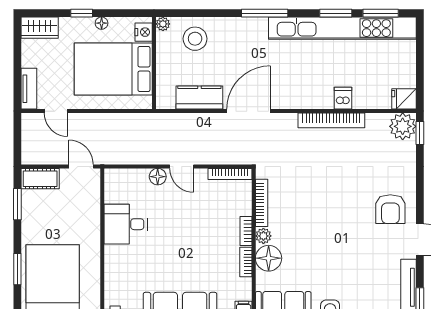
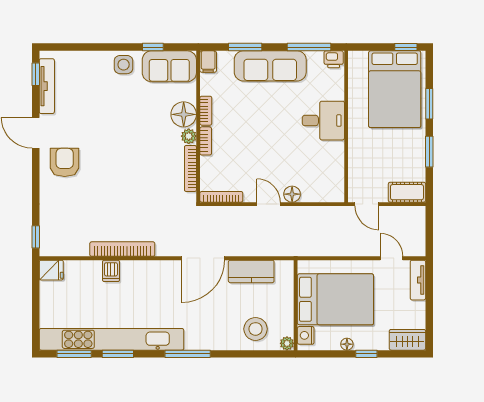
plant: (403, 126) -> (53, 243), removed
window: (17, 204) -> (429, 152), moved
desk: (126, 224) -> (323, 121), moved

